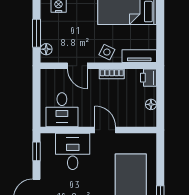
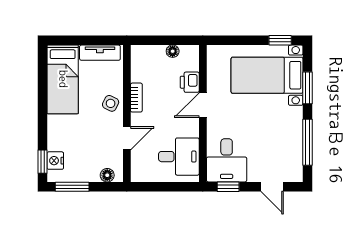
window: (36, 33) -> (72, 187), moved
tv unit: (139, 56) -> (100, 53), moved, turned -90
printer: (148, 78) -> (190, 82), moved, turned 90
desk: (73, 151) -> (227, 160), moved, turned -90

